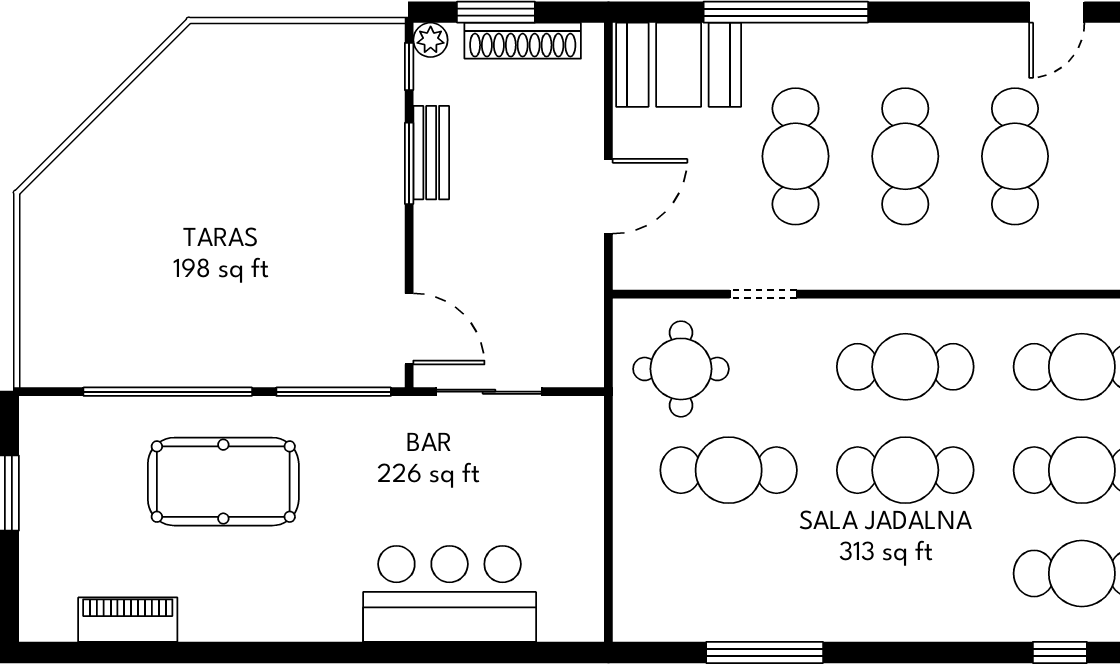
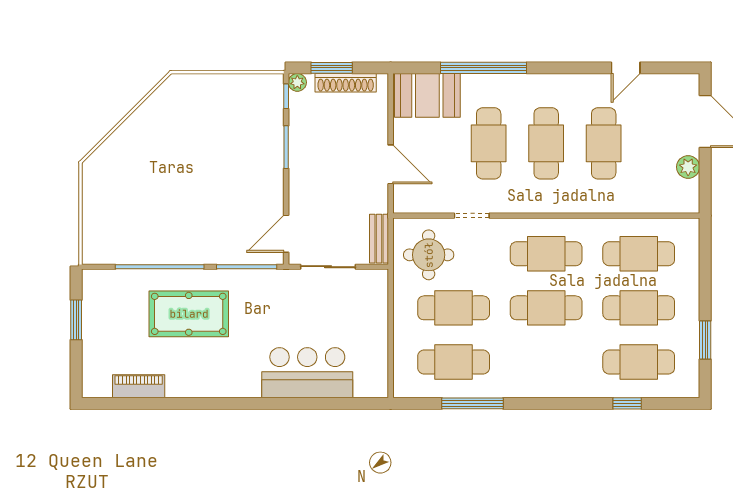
bench: (431, 153) -> (379, 239), moved
door: (608, 196) -> (391, 164), hinge flipped
door: (409, 329) -> (286, 234), swing flipped
cafe table: (729, 573) -> (454, 362), added

